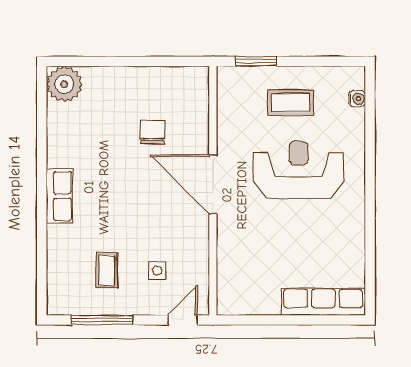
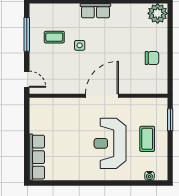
chair: (153, 132) -> (152, 58), moved
reception desk: (298, 170) -> (110, 143), turned 180
side table: (157, 271) -> (80, 45), moved

